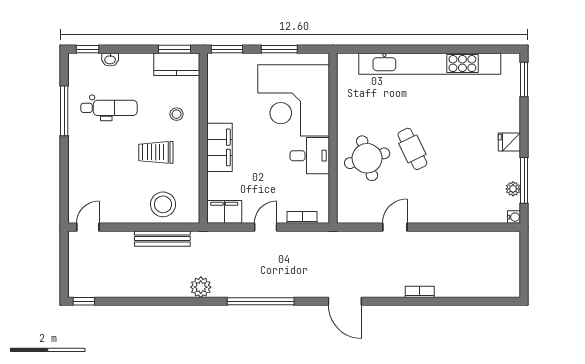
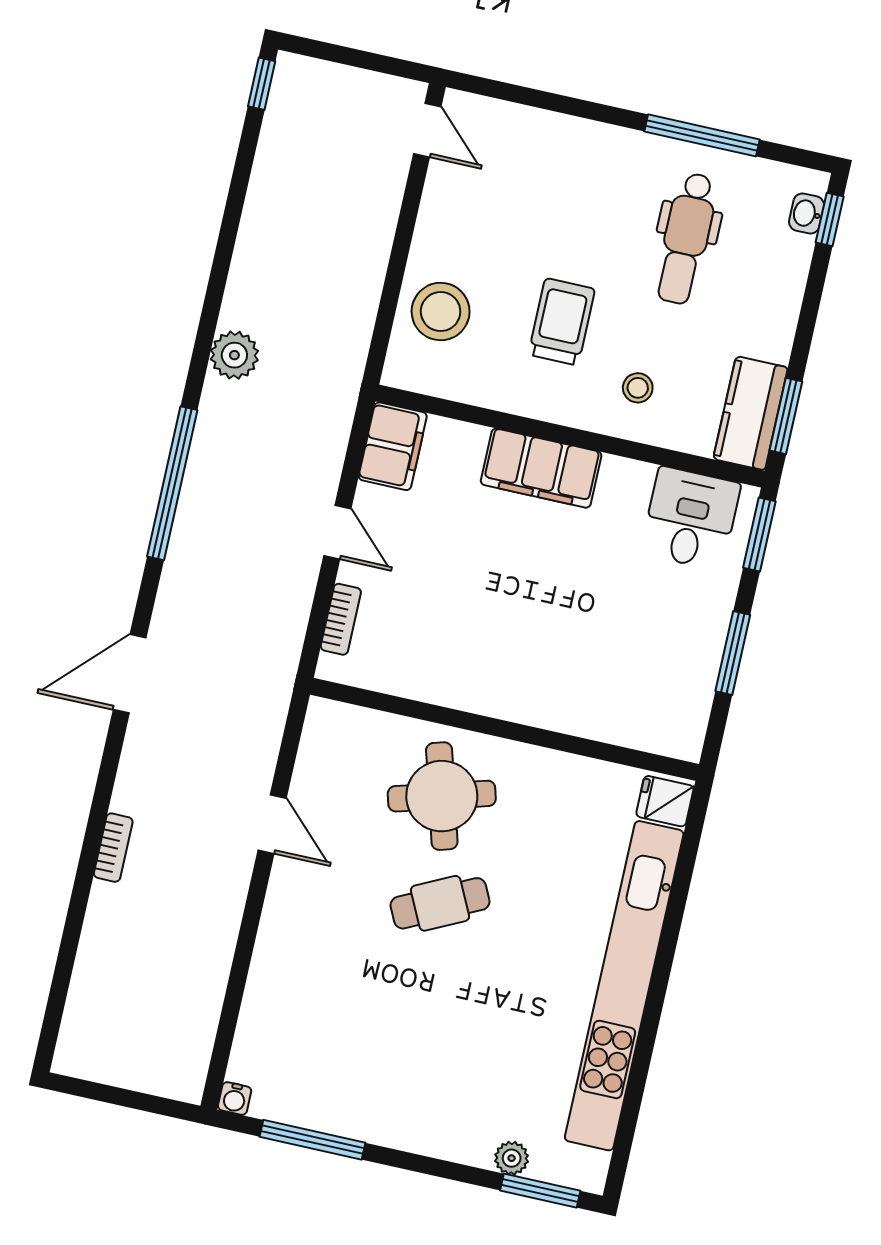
washbasin: (110, 59) -> (806, 214), moved
corner desk: (294, 100) -> (610, 659), removed
fridge: (509, 142) -> (665, 801), moved, turned -90
desk: (310, 156) -> (691, 518), moved, turned 180
plant: (513, 189) -> (512, 1158), moved
bench: (162, 239) -> (364, 293), removed

